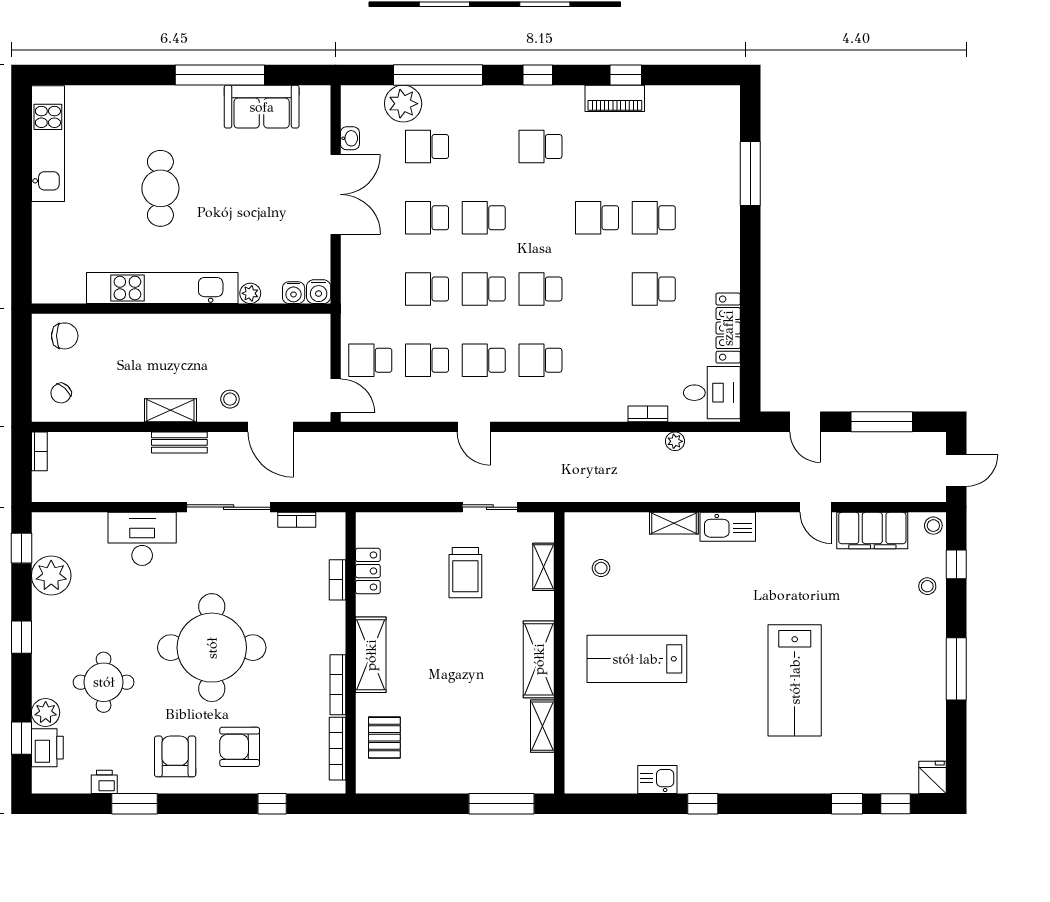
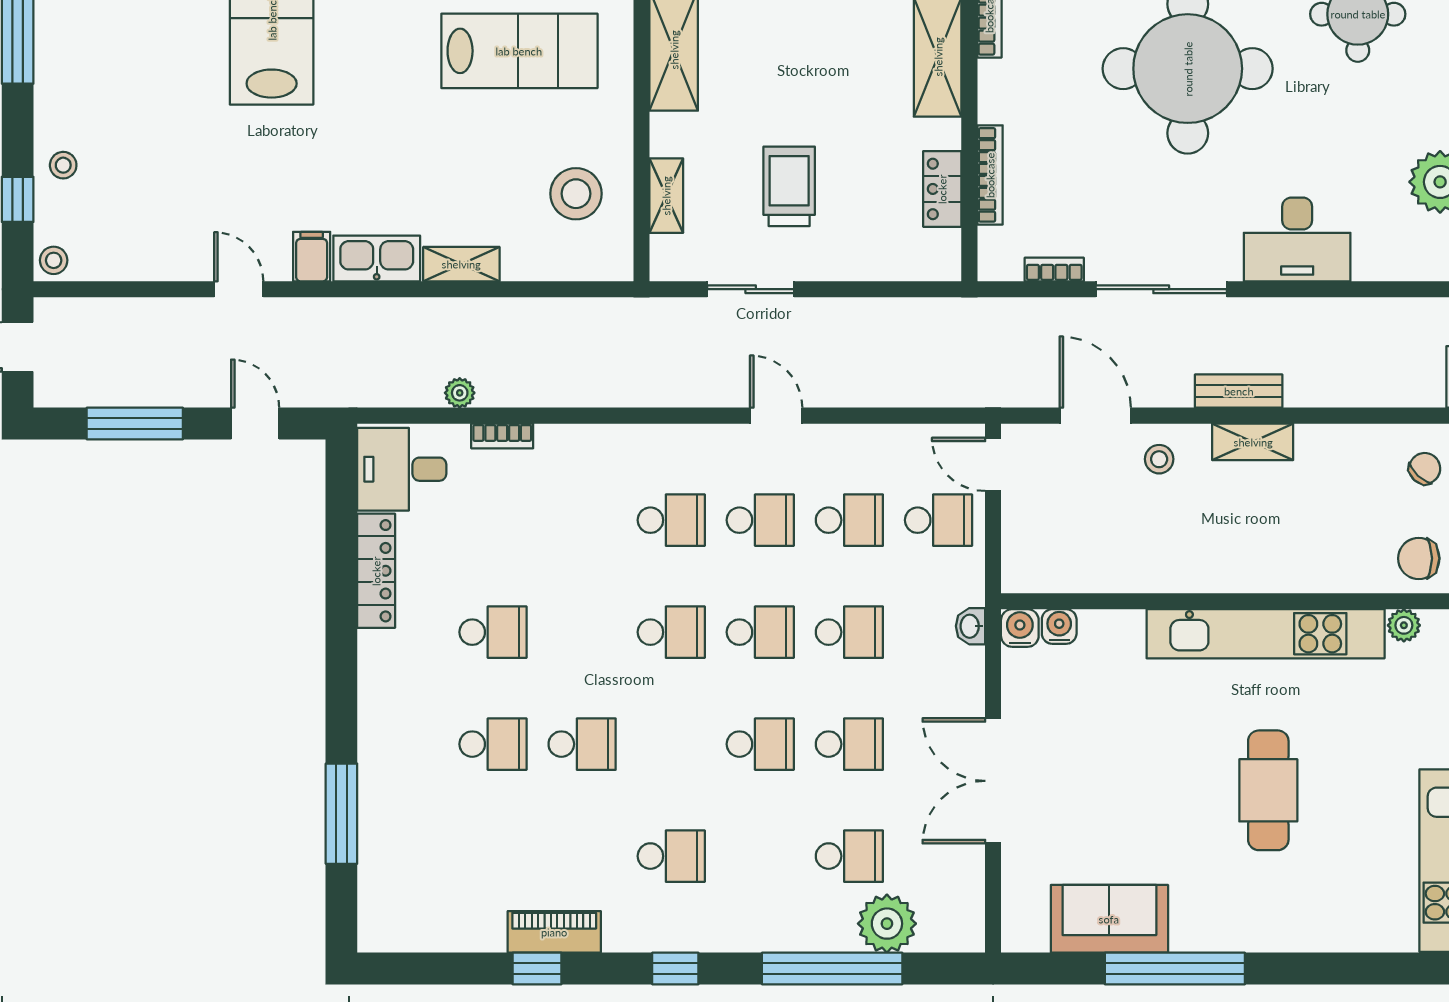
washbasin: (350, 138) -> (971, 626), moved
plant: (250, 293) -> (1404, 625), moved
filing cabinet: (872, 531) -> (312, 257), moved, width x0.33, depth x0.86
stool: (601, 568) -> (576, 194), width x1.89, depth x1.89
bookcase: (338, 580) -> (990, 175), width x1.56

